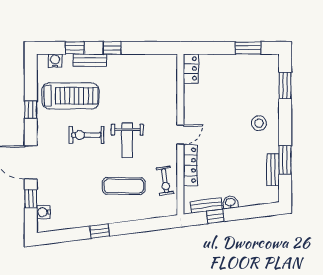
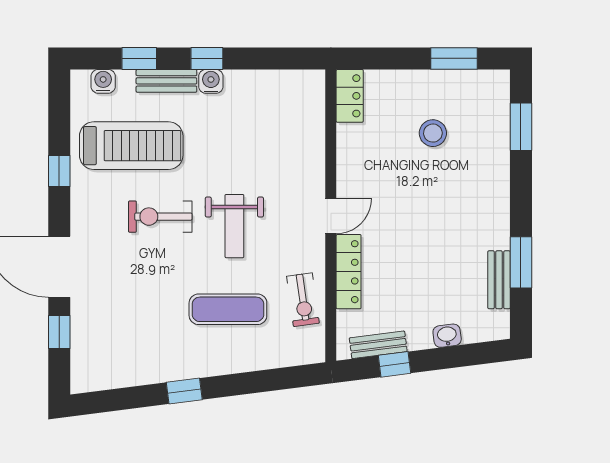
stool: (259, 123) -> (433, 133), moved
washbasin: (230, 202) -> (447, 336), moved
water cooler: (43, 212) -> (211, 81), moved, turned 90

